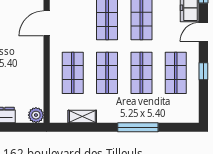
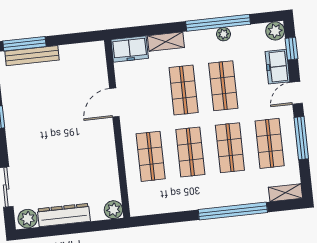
window: (203, 71) -> (301, 138), width x2.17
shelving: (82, 117) -> (286, 193), moved
window: (138, 127) -> (233, 211), width x1.46

